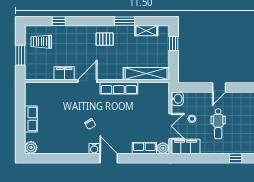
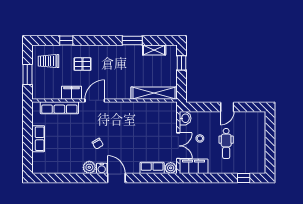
pallet: (105, 39) -> (83, 64), moved
row of seats: (119, 88) -> (59, 108), moved
plant: (31, 148) -> (89, 167), moved

